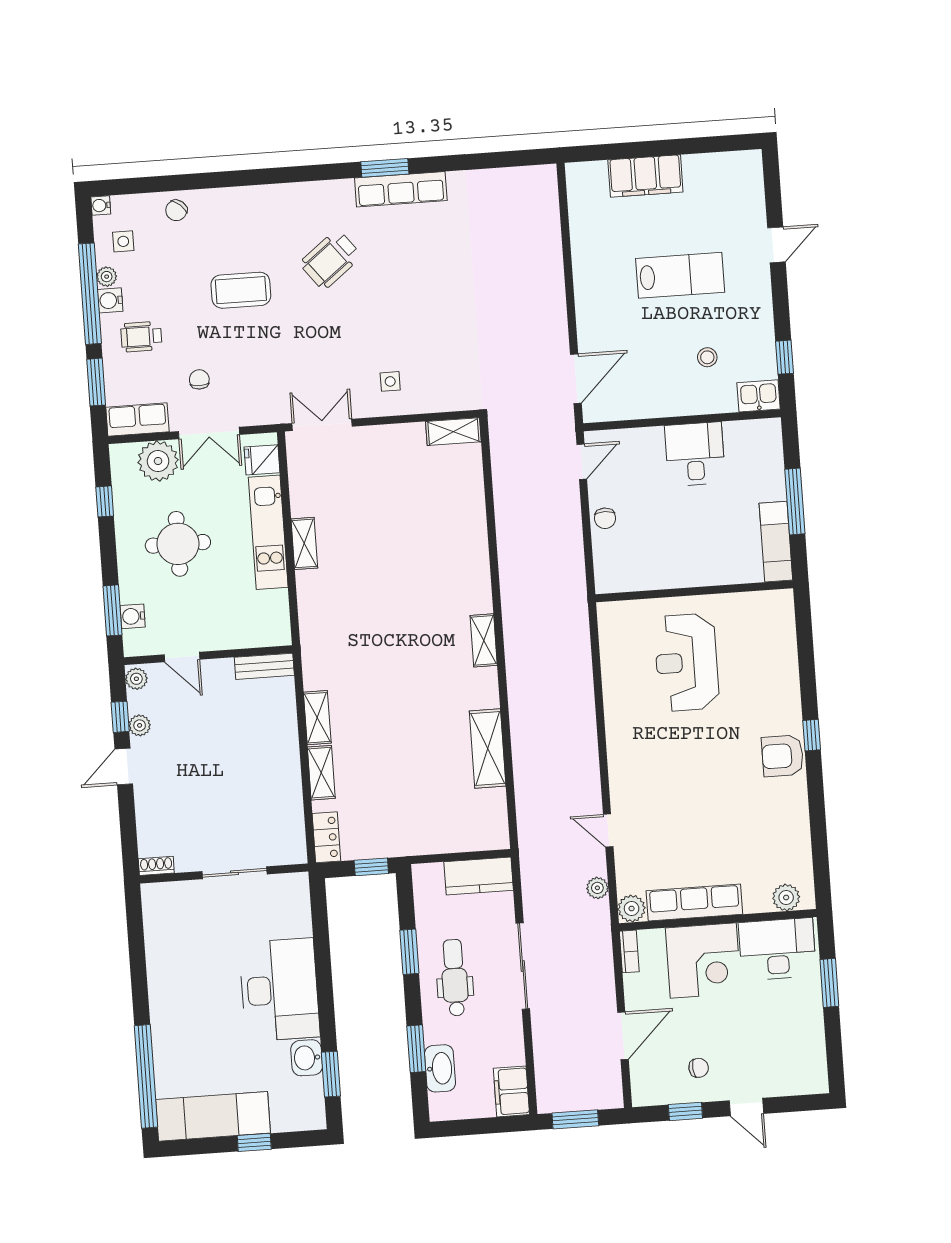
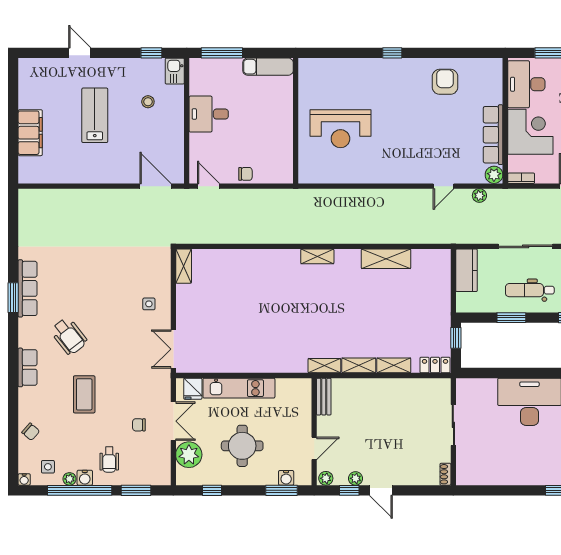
row of seats: (137, 419) -> (28, 367), moved, turned 180
window: (795, 502) -> (222, 53), moved
shelving: (304, 543) -> (324, 366), moved
armchair: (783, 756) -> (445, 82), moved, turned 180
plant: (786, 898) -> (494, 76), removed

